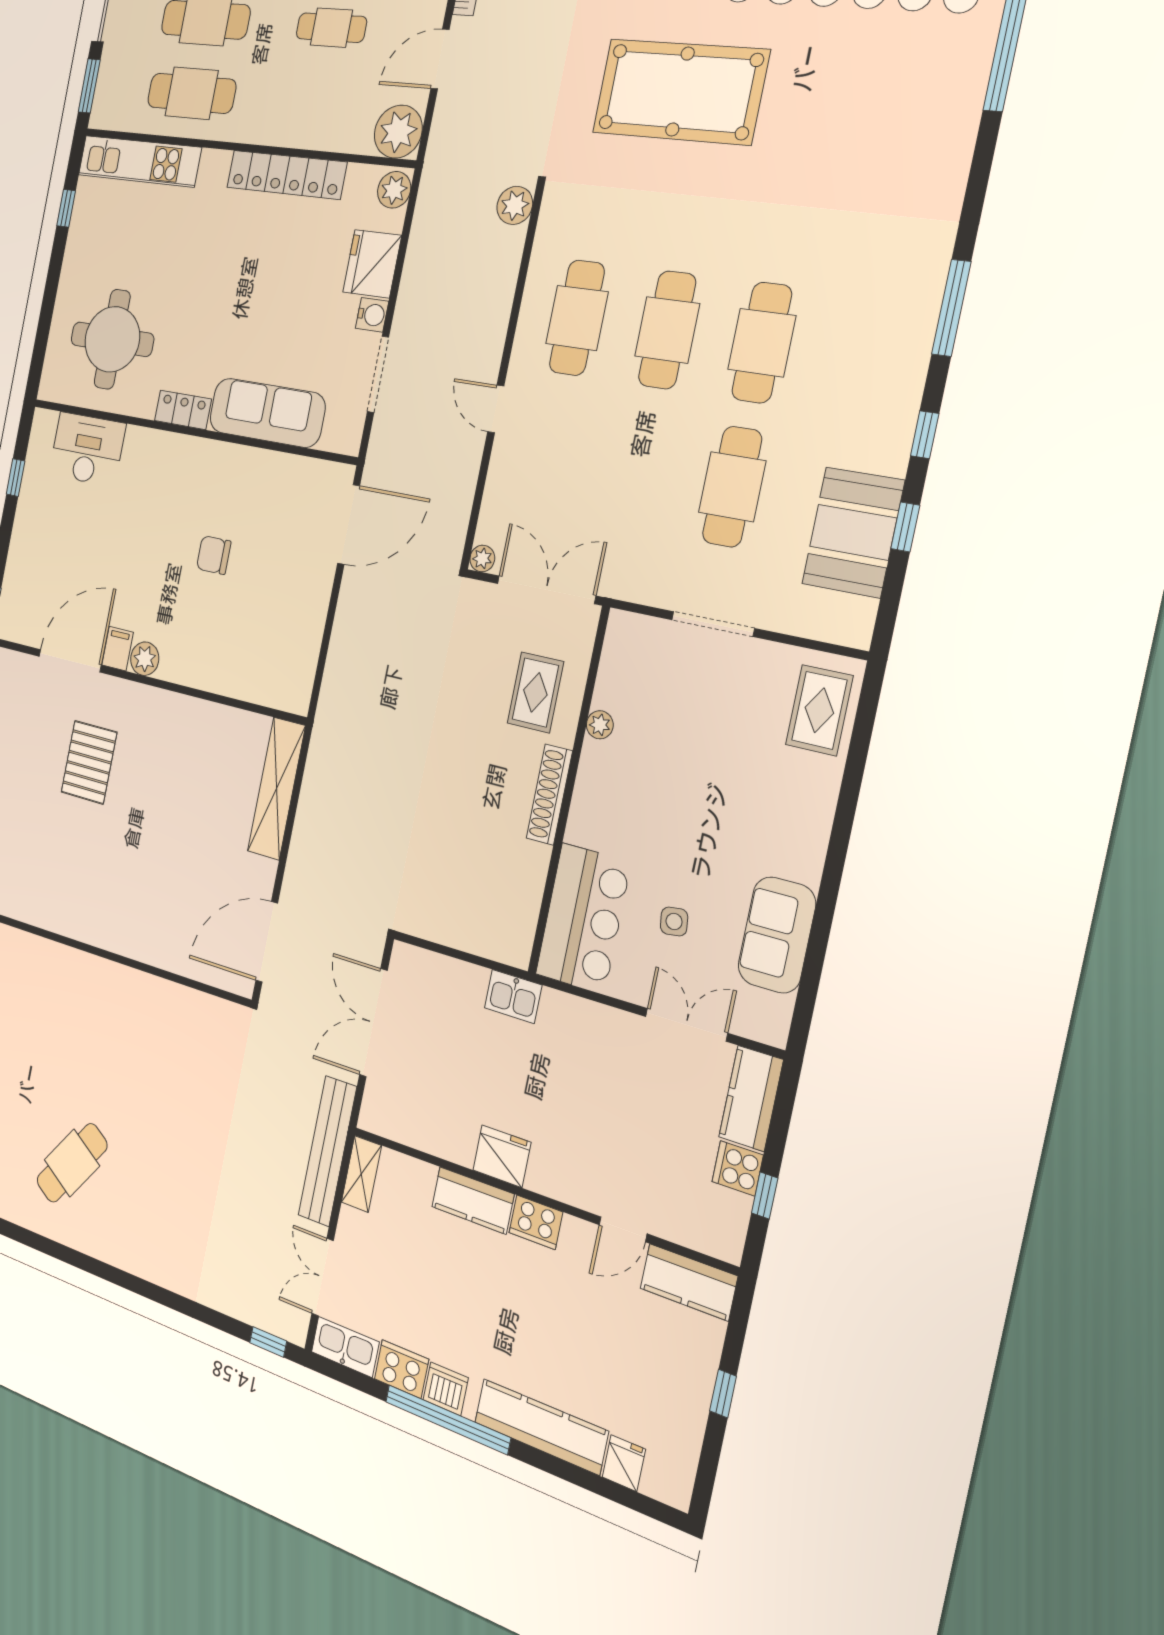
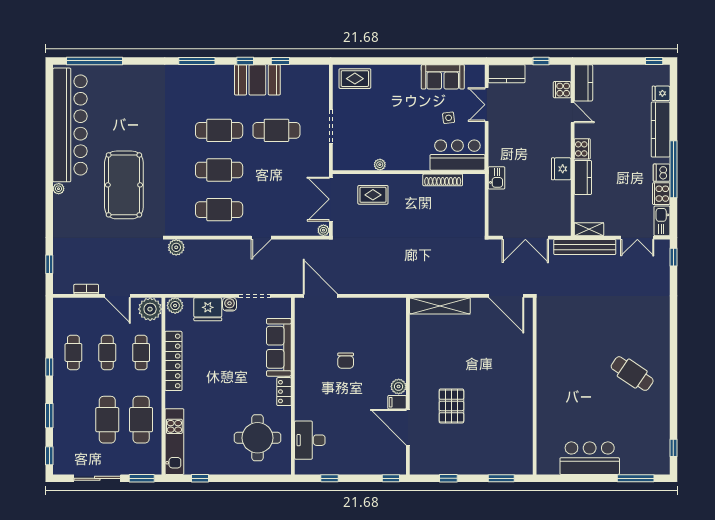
cafe table: (317, 104) -> (141, 352), added
booth: (853, 532) -> (257, 80), moved
pallet: (89, 762) -> (451, 406), turned 90
shoe rack: (549, 795) -> (443, 180), moved
cooker: (738, 1168) -> (562, 90), moved, turned 90
window: (723, 1394) -> (654, 61), moved

